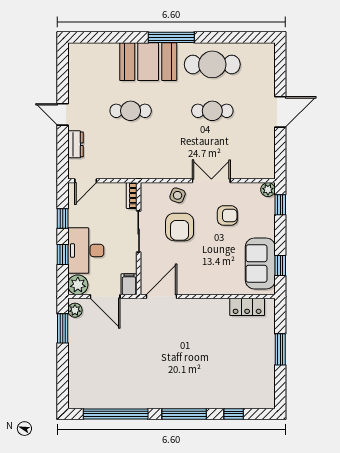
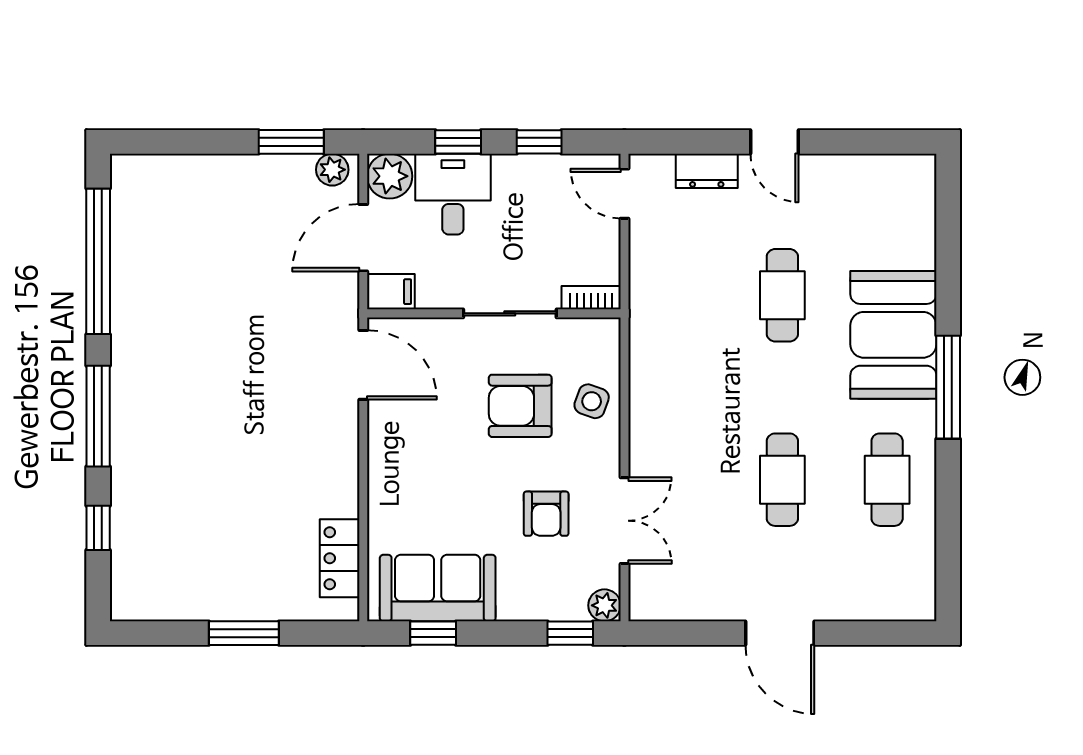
cafe table: (212, 64) -> (887, 480), width x0.73, depth x0.74
door: (63, 114) -> (775, 142), swing flipped
double door: (211, 181) -> (624, 521), moved
desk: (86, 251) -> (453, 194), width x0.73

